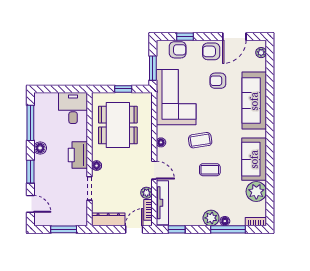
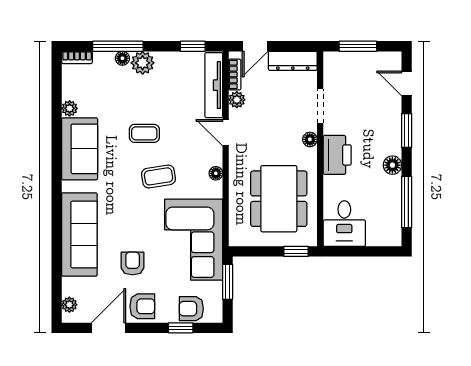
armchair: (218, 81) -> (133, 263), turned -90
window: (123, 89) -> (296, 251), moved
plant: (256, 192) -> (70, 108), width x0.53, depth x0.53

